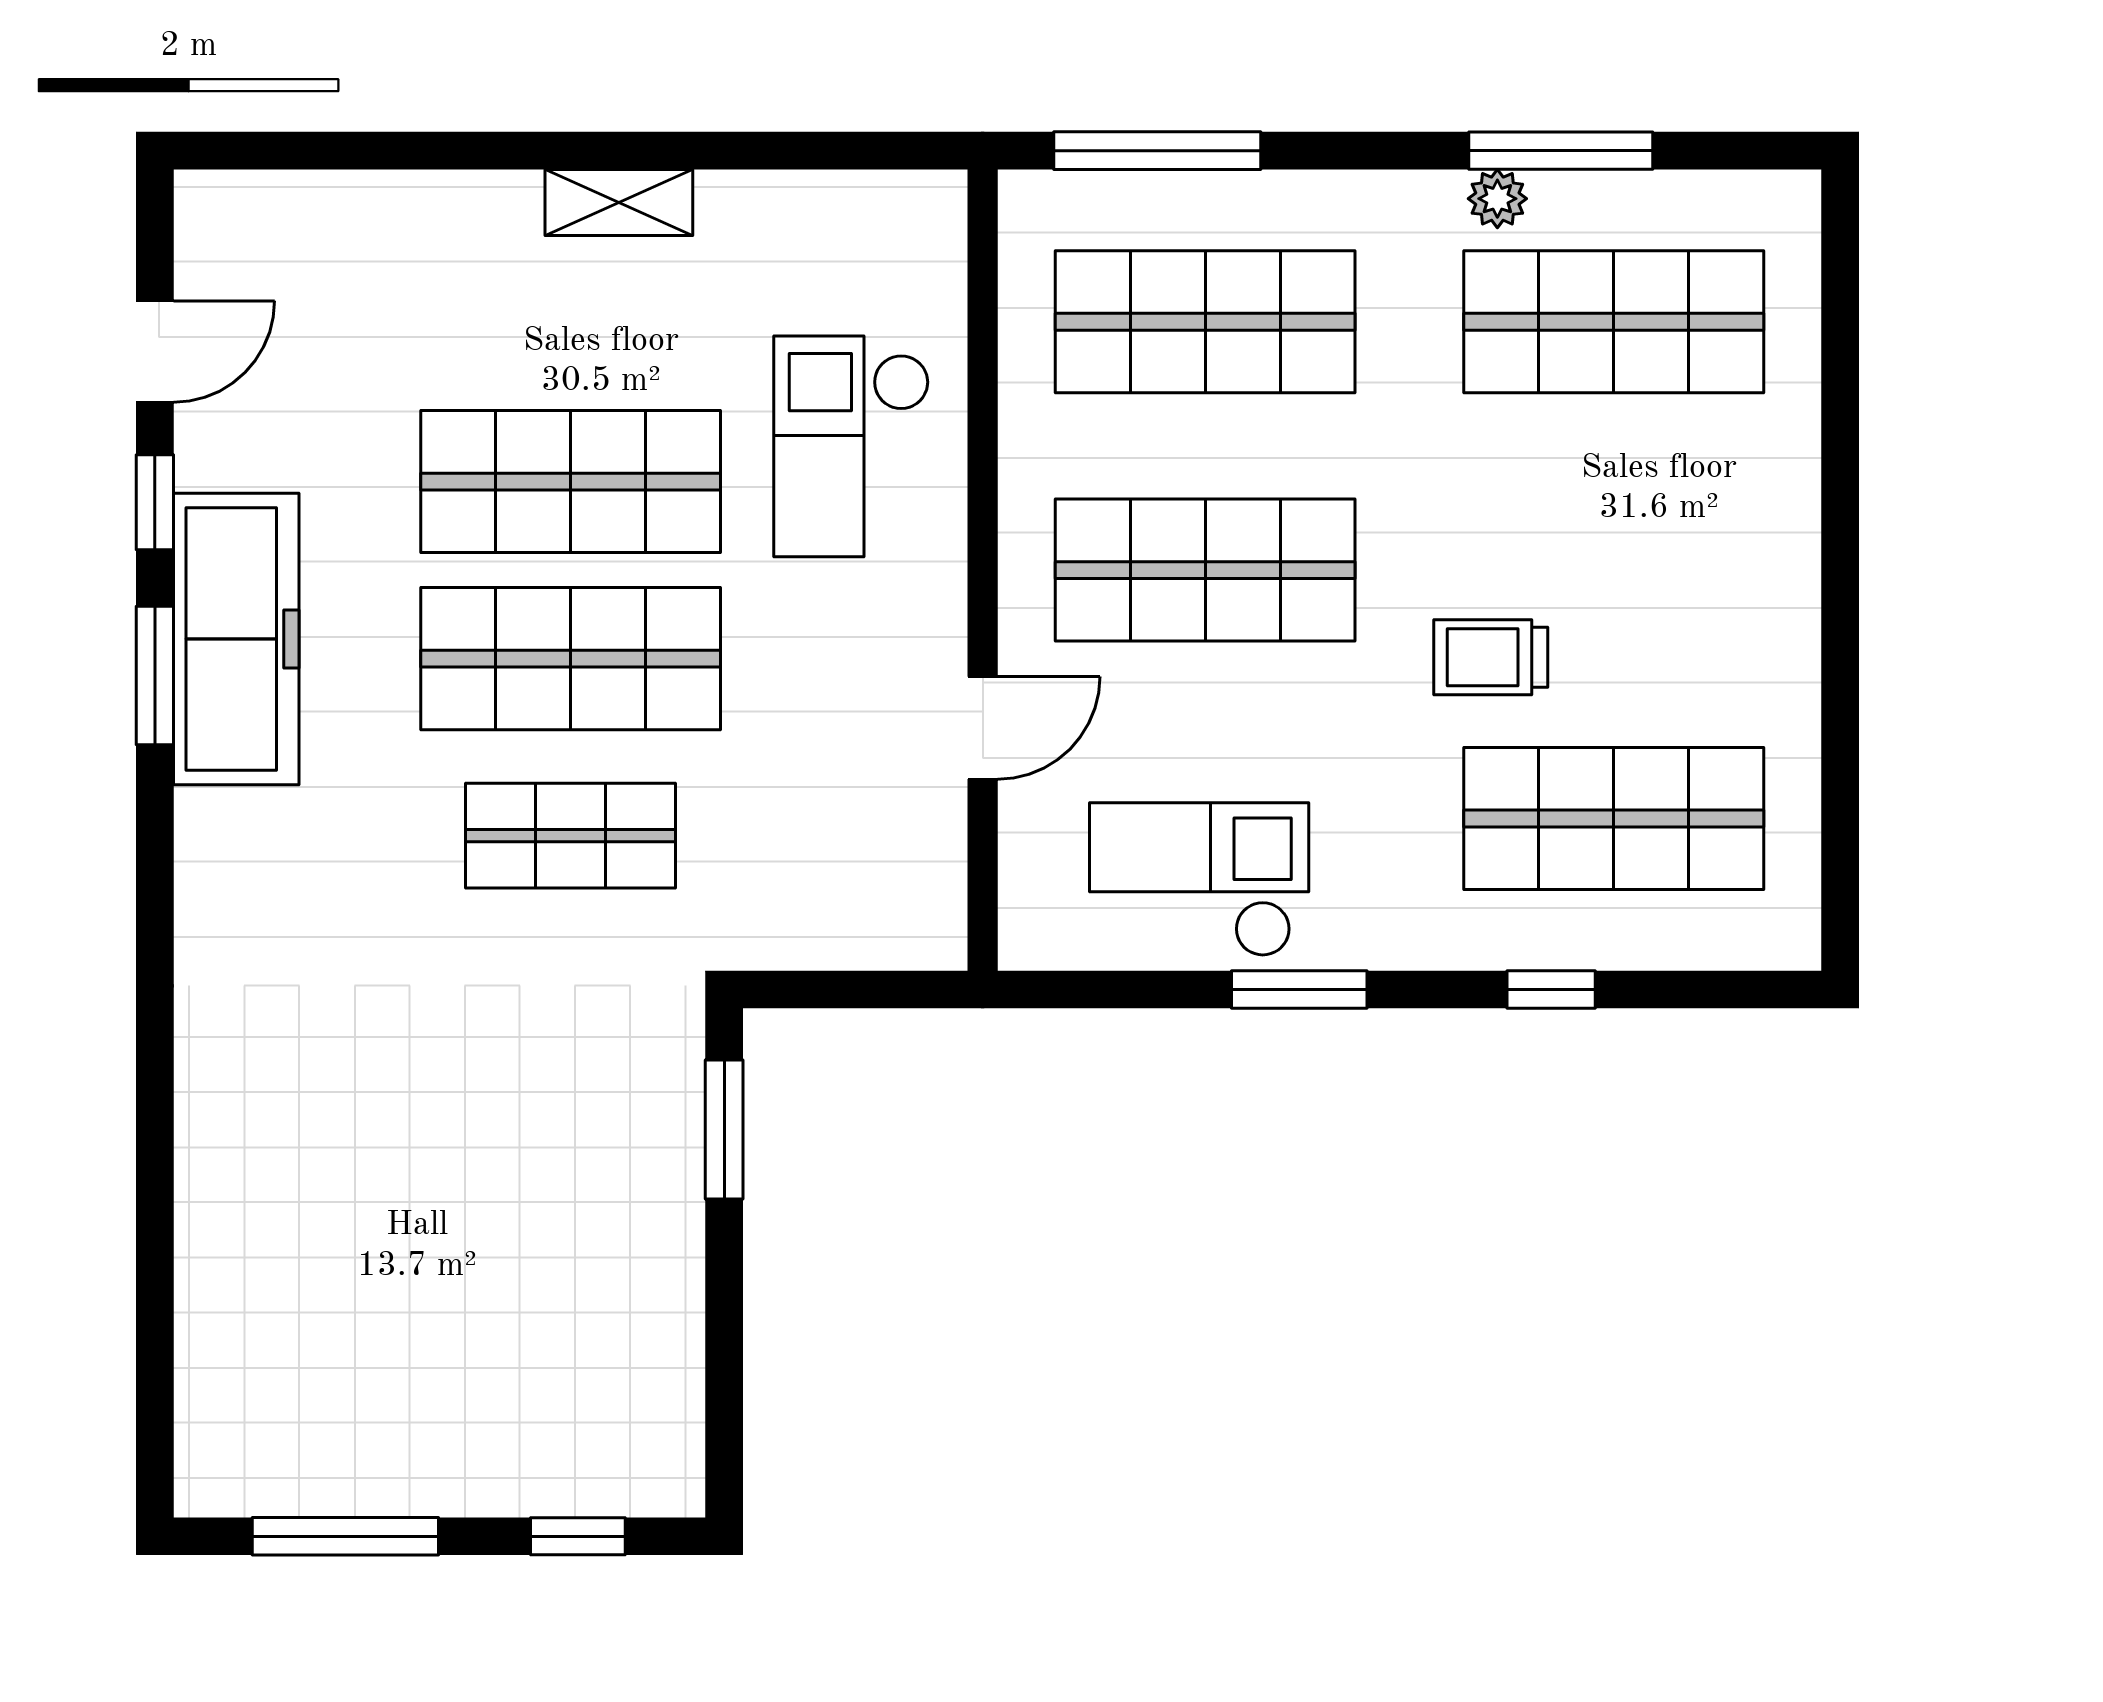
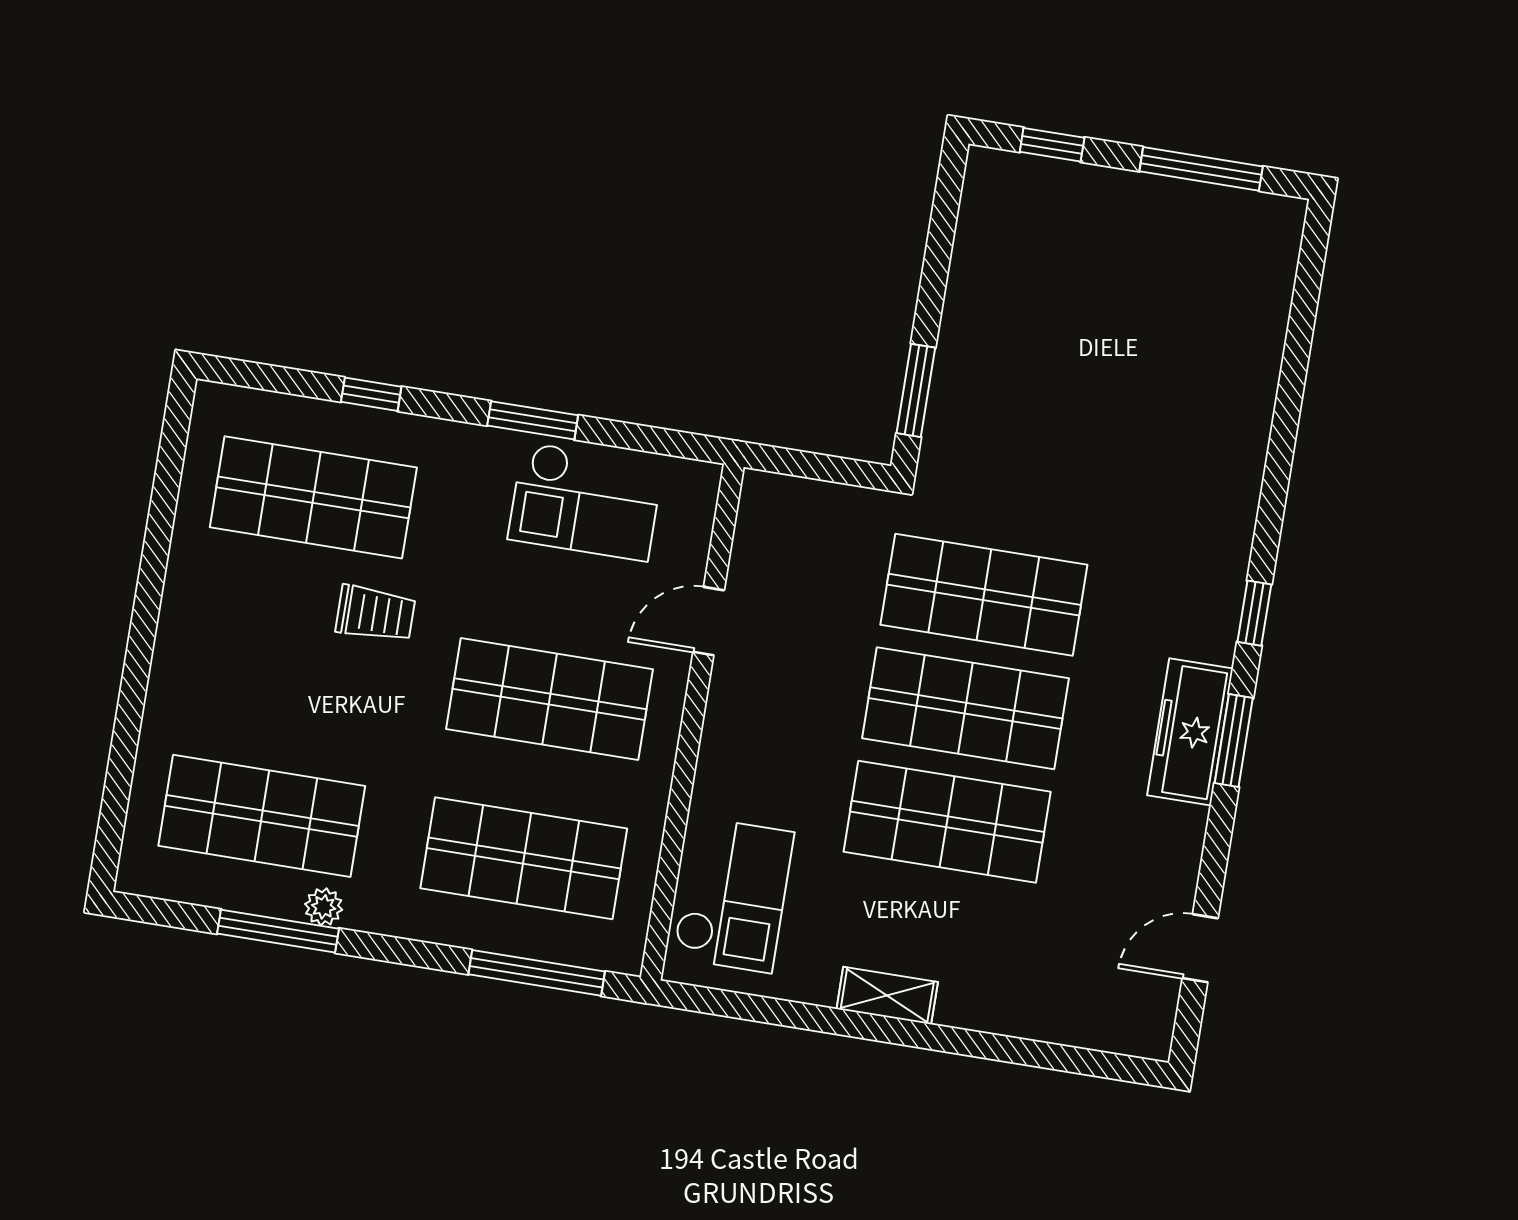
checkout: (851, 446) -> (733, 895), moved
window: (155, 502) -> (1254, 613), moved
freezer: (236, 639) -> (1190, 732), width x0.73, depth x0.79
shop shelf: (571, 836) -> (984, 595), width x1.43, depth x1.36

